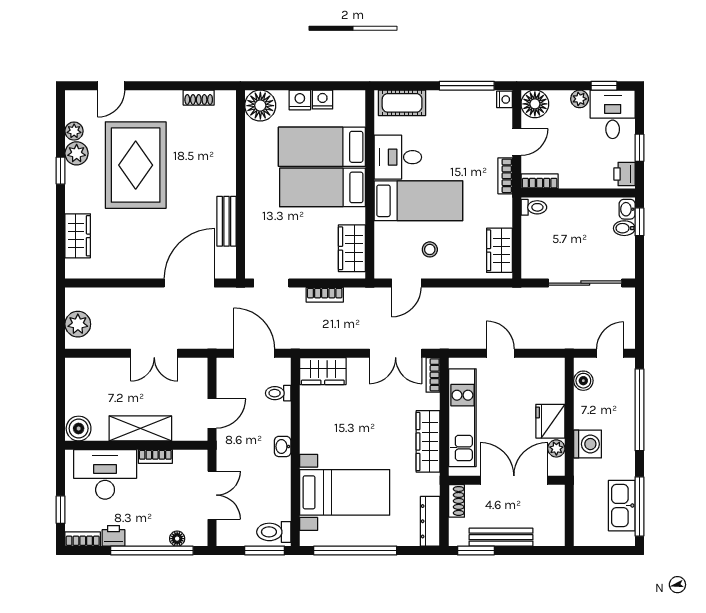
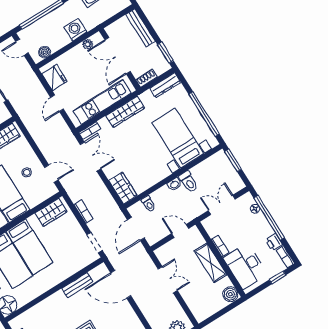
fridge: (550, 421) -> (54, 78), moved, turned -90
toilet: (274, 532) -> (189, 182), moved
bench: (501, 537) -> (140, 28), moved

